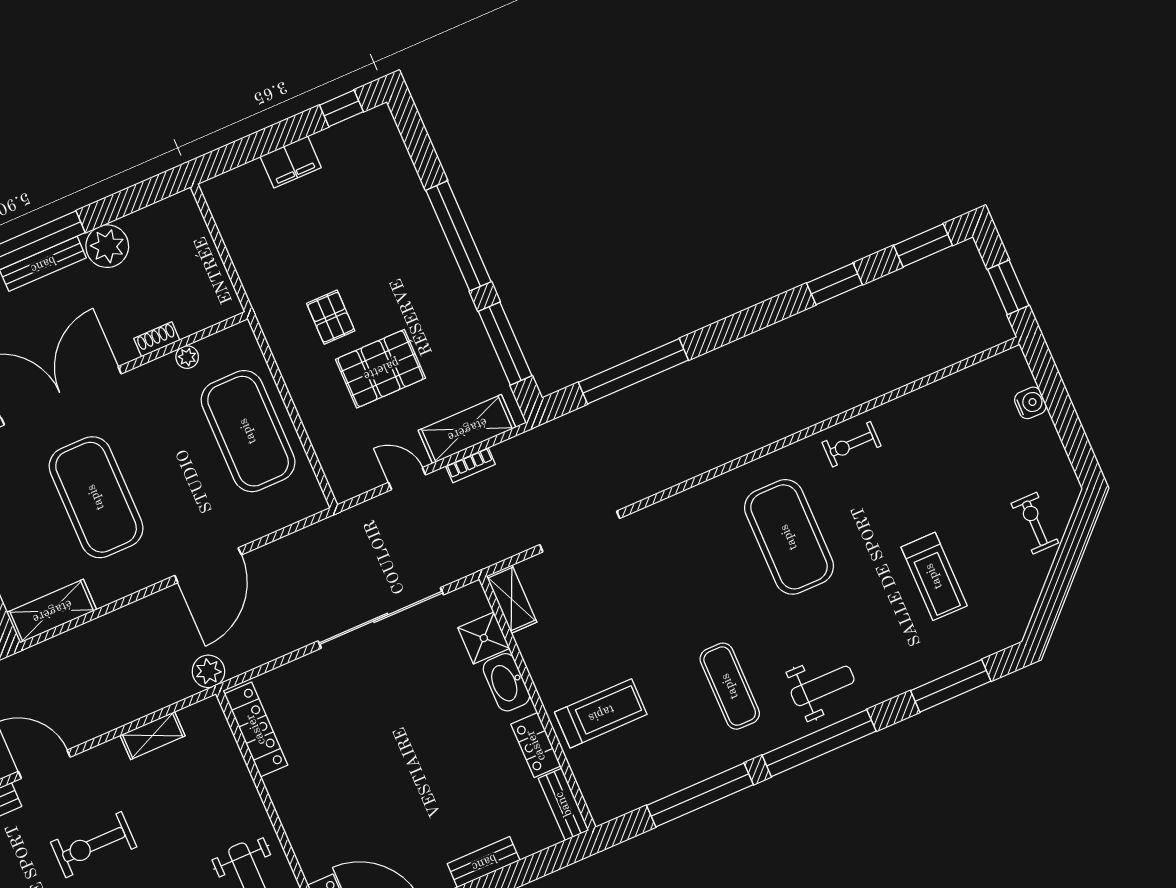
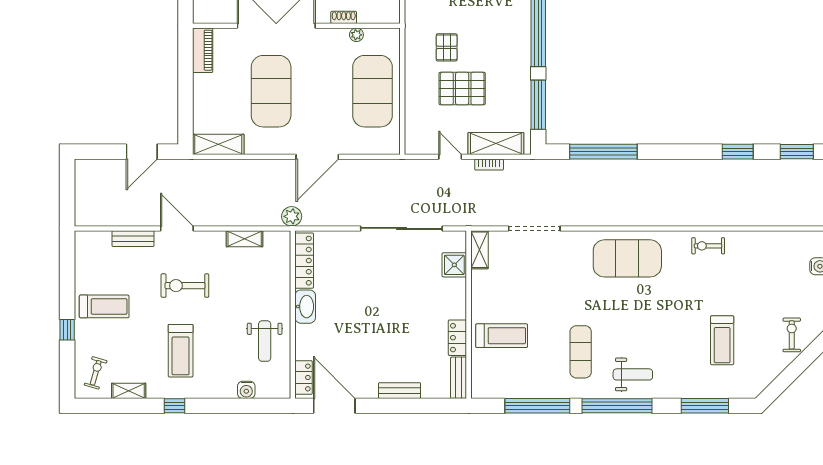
exercise mat: (789, 537) -> (627, 258), moved, turned 90
washbasin: (506, 682) -> (305, 307), moved, turned 180

